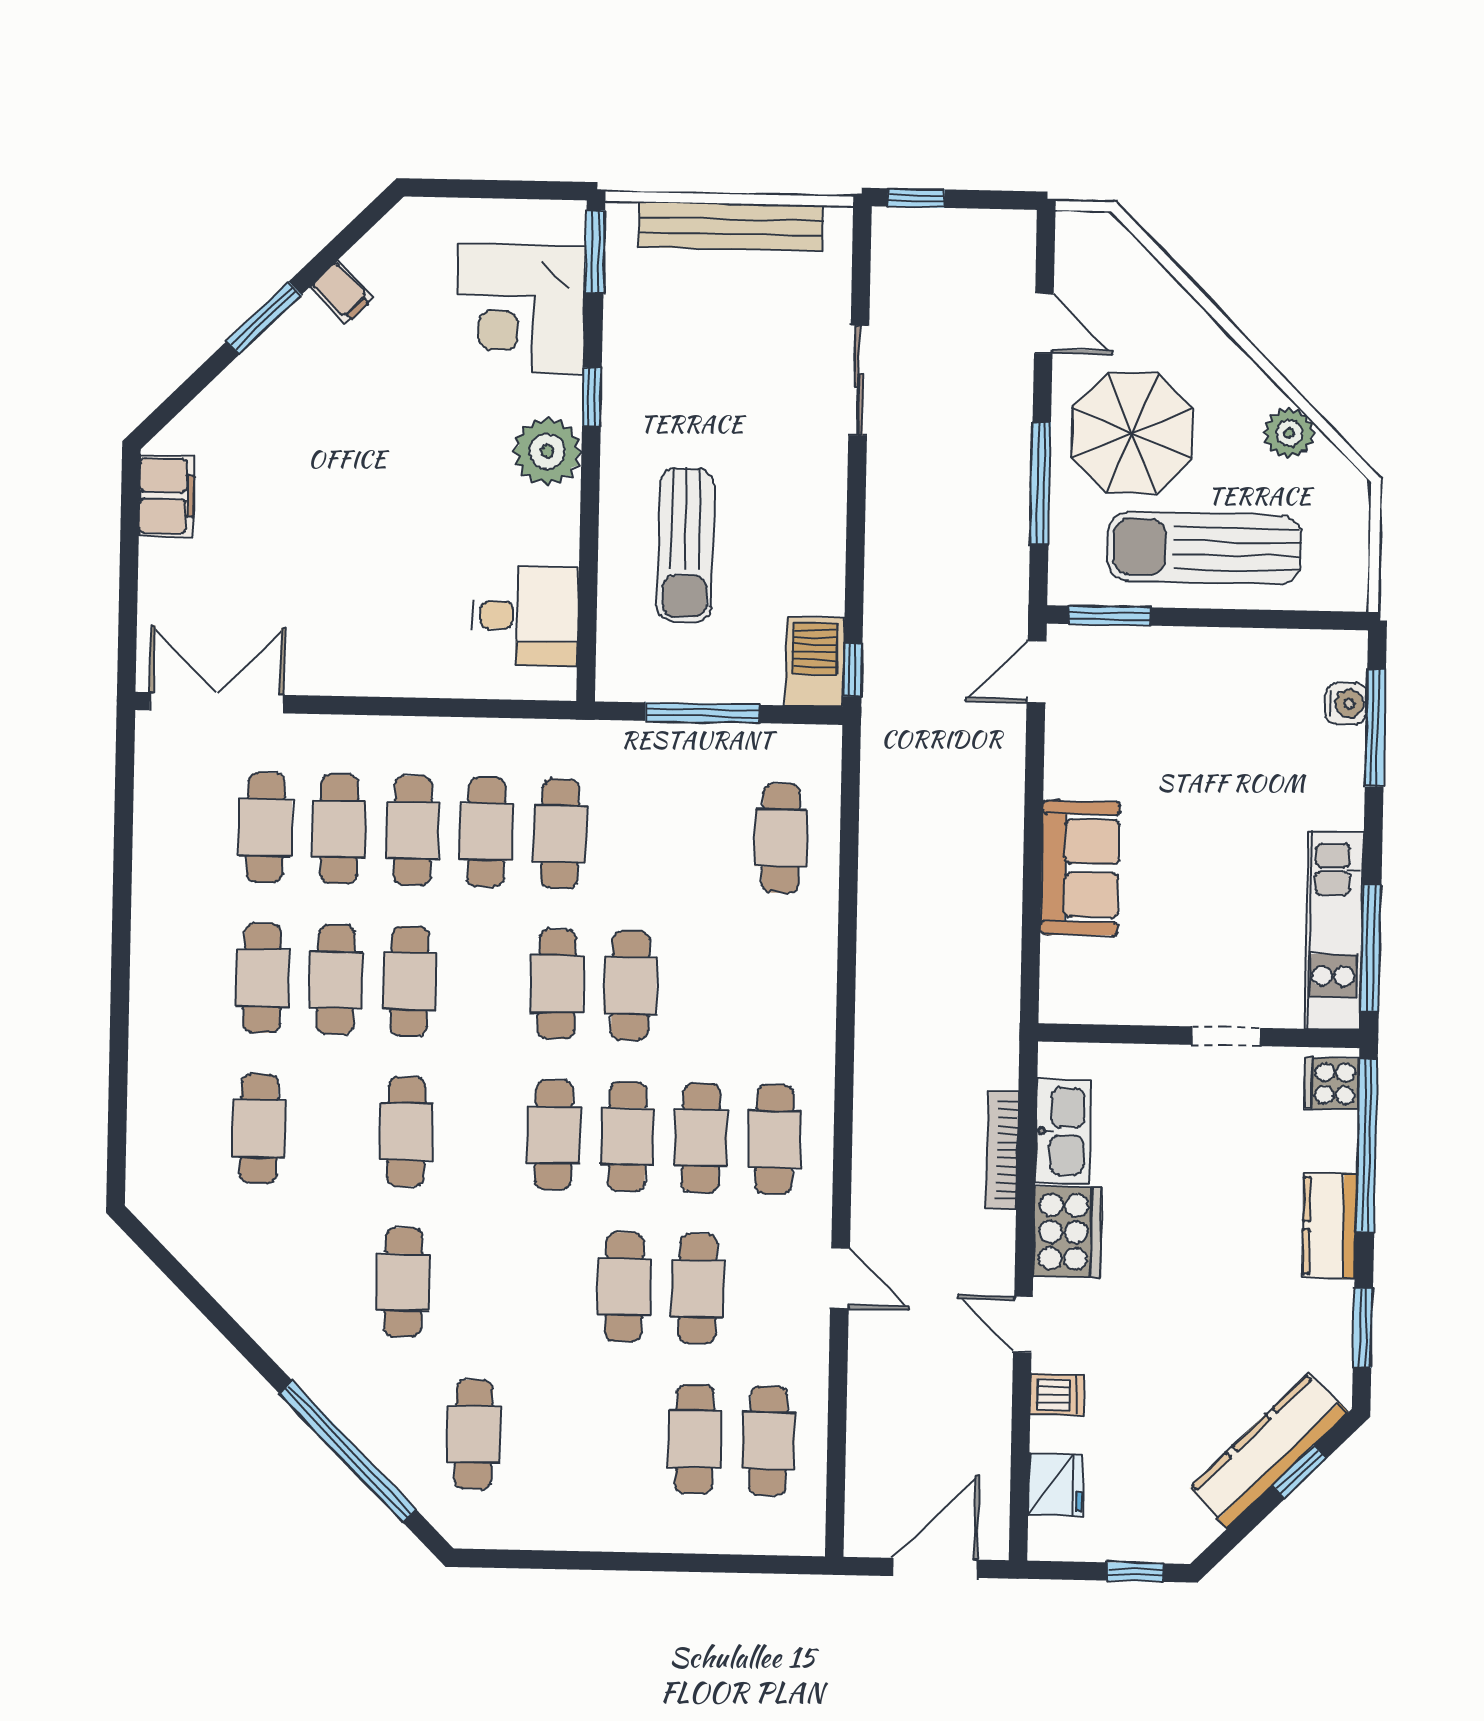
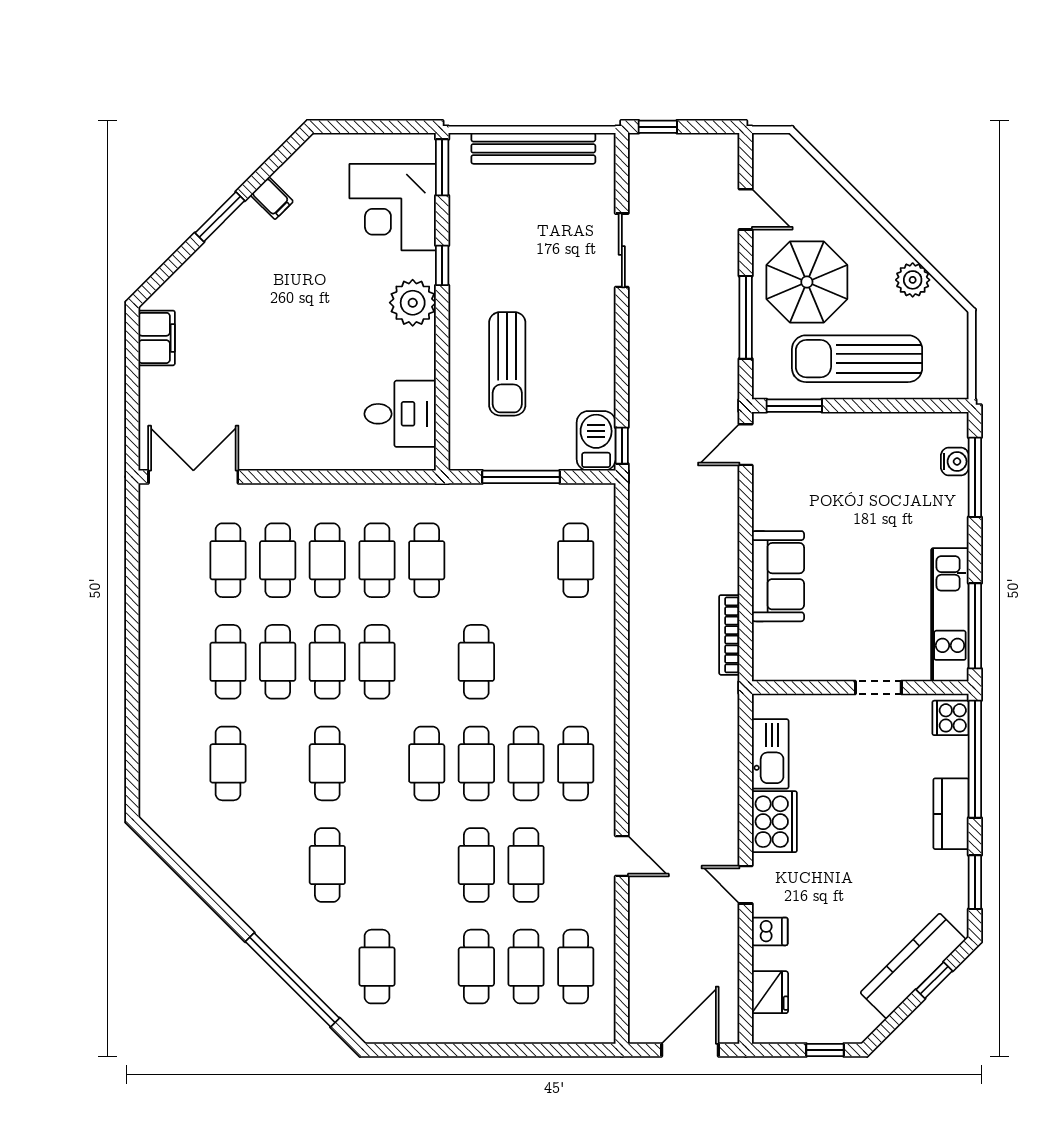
cafe table: (557, 984) -> (377, 662), moved
bookcase: (1002, 1150) -> (729, 635), moved
cafe table: (621, 1438) -> (476, 967), added

